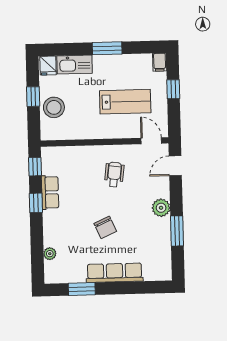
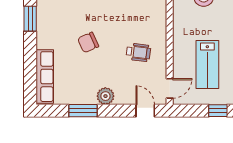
row of seats: (115, 273) -> (45, 77), moved

